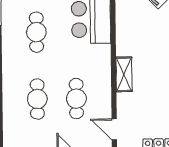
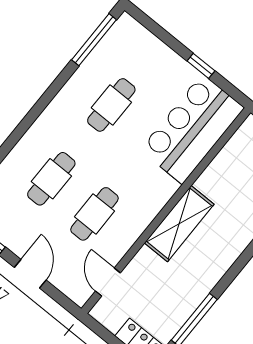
shelving: (124, 74) -> (179, 224), width x1.50, depth x1.33

